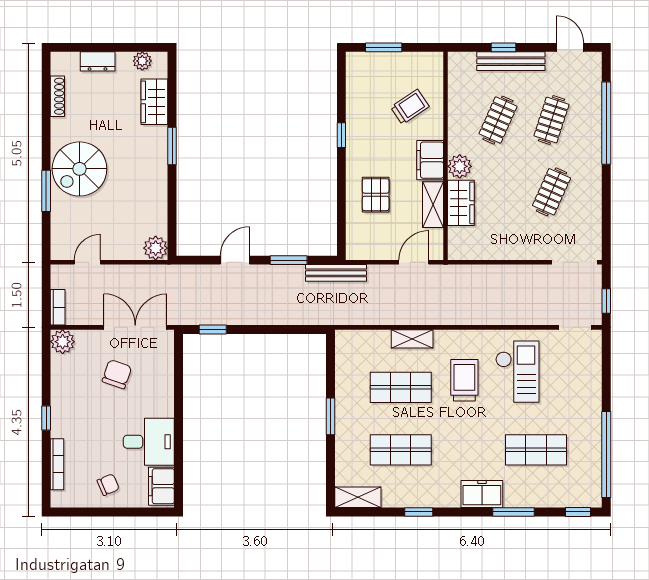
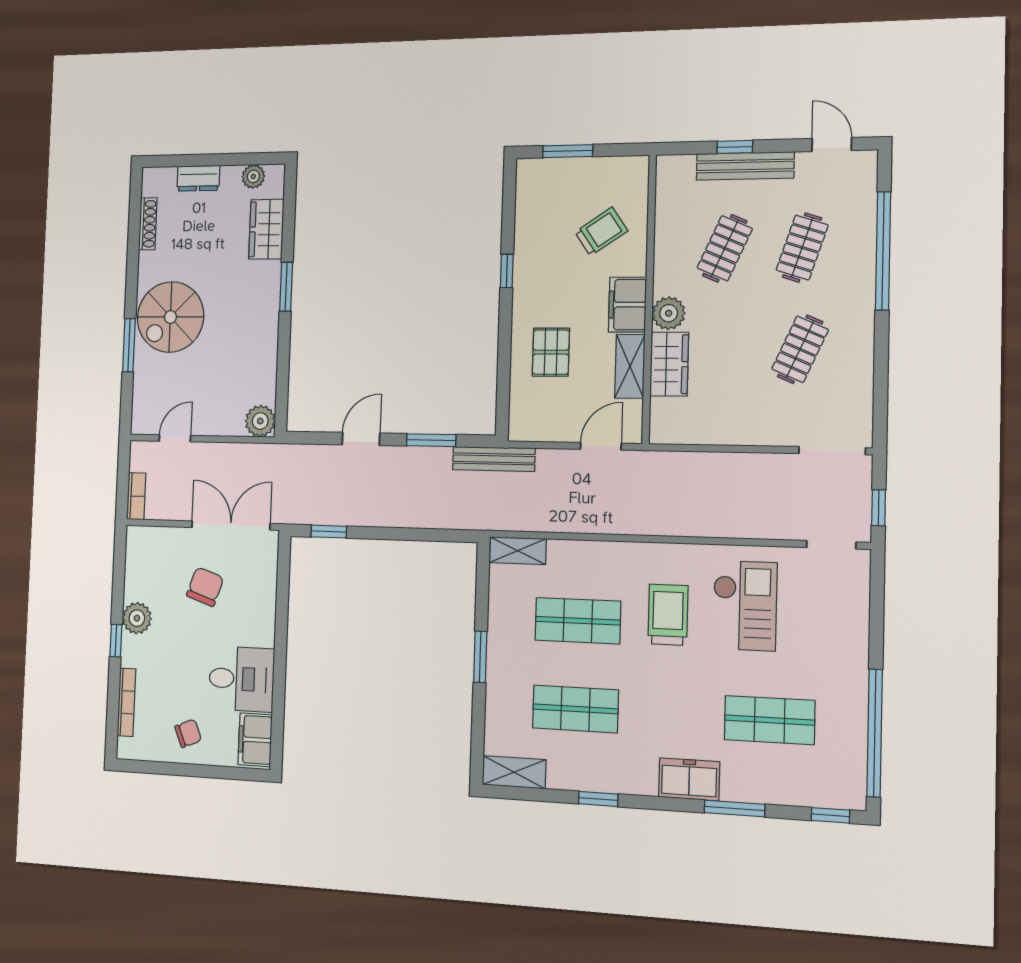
shelving: (412, 339) -> (518, 551), moved
plant: (63, 342) -> (137, 618), moved

